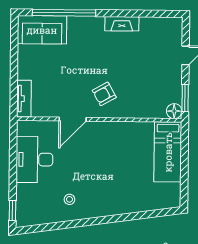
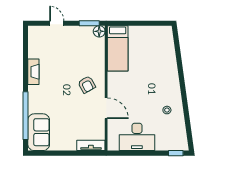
bed: (168, 152) -> (118, 48), moved, turned 90

